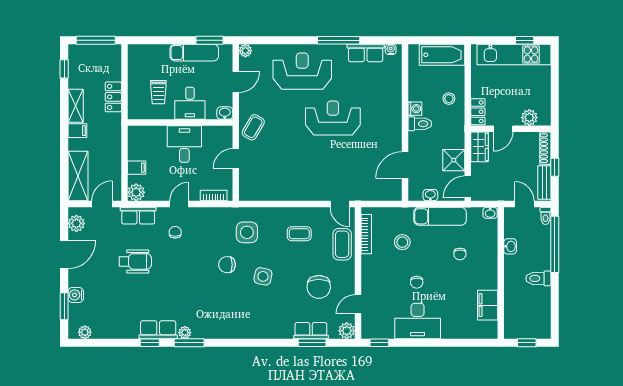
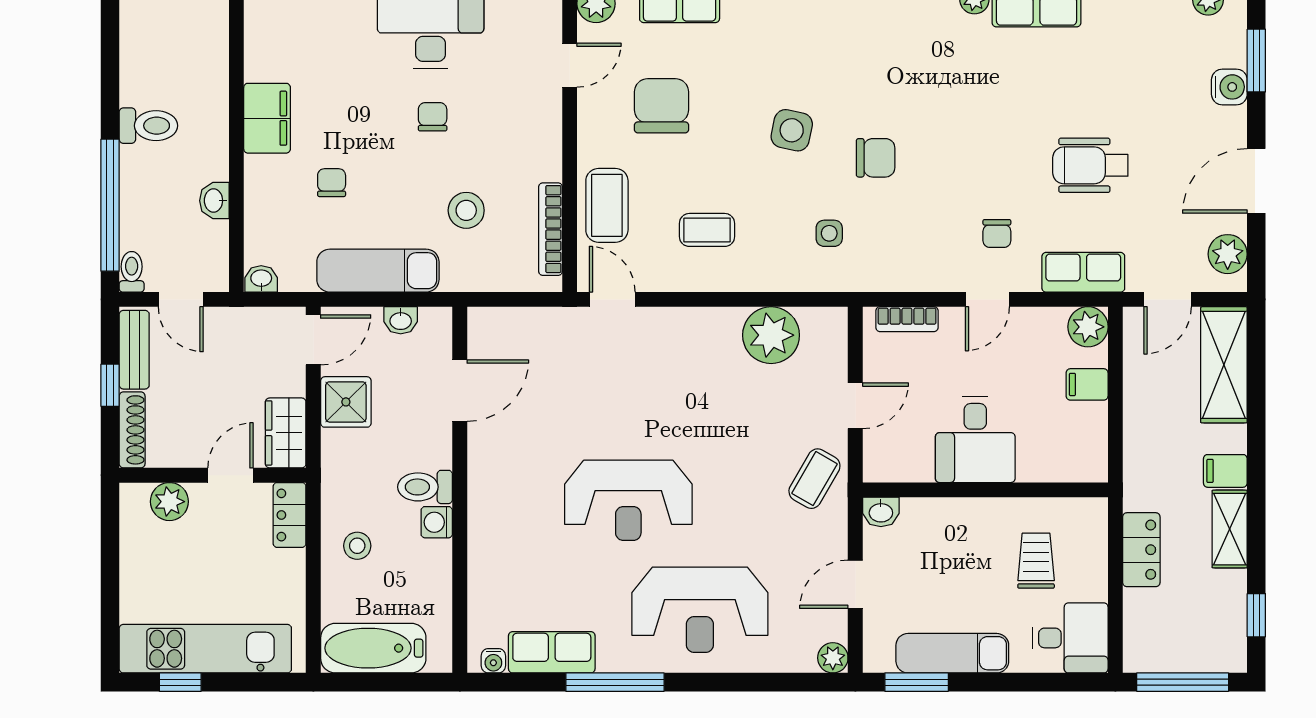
desk: (190, 103) -> (1070, 638), moved, turned 90
plant: (272, 189) -> (771, 335), added
side table: (247, 232) -> (829, 233), width x0.54, depth x0.54
filing cabinet: (488, 305) -> (267, 118), moved

